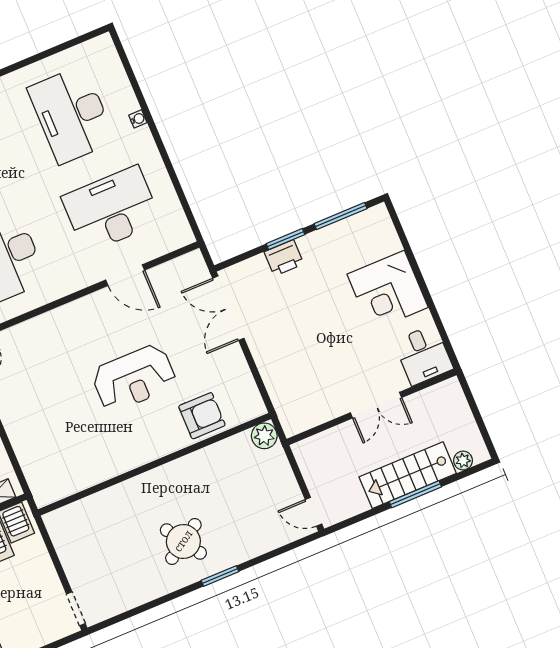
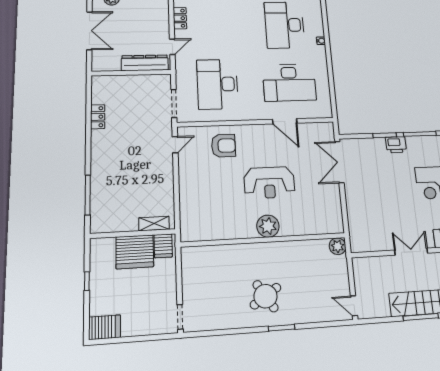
desk: (111, 209) -> (289, 83), turned 180
printer: (284, 258) -> (396, 145), moved
double door: (376, 405) -> (411, 252), swing flipped
armchair: (202, 416) -> (223, 146), moved
plant: (154, 443) -> (268, 226), added

